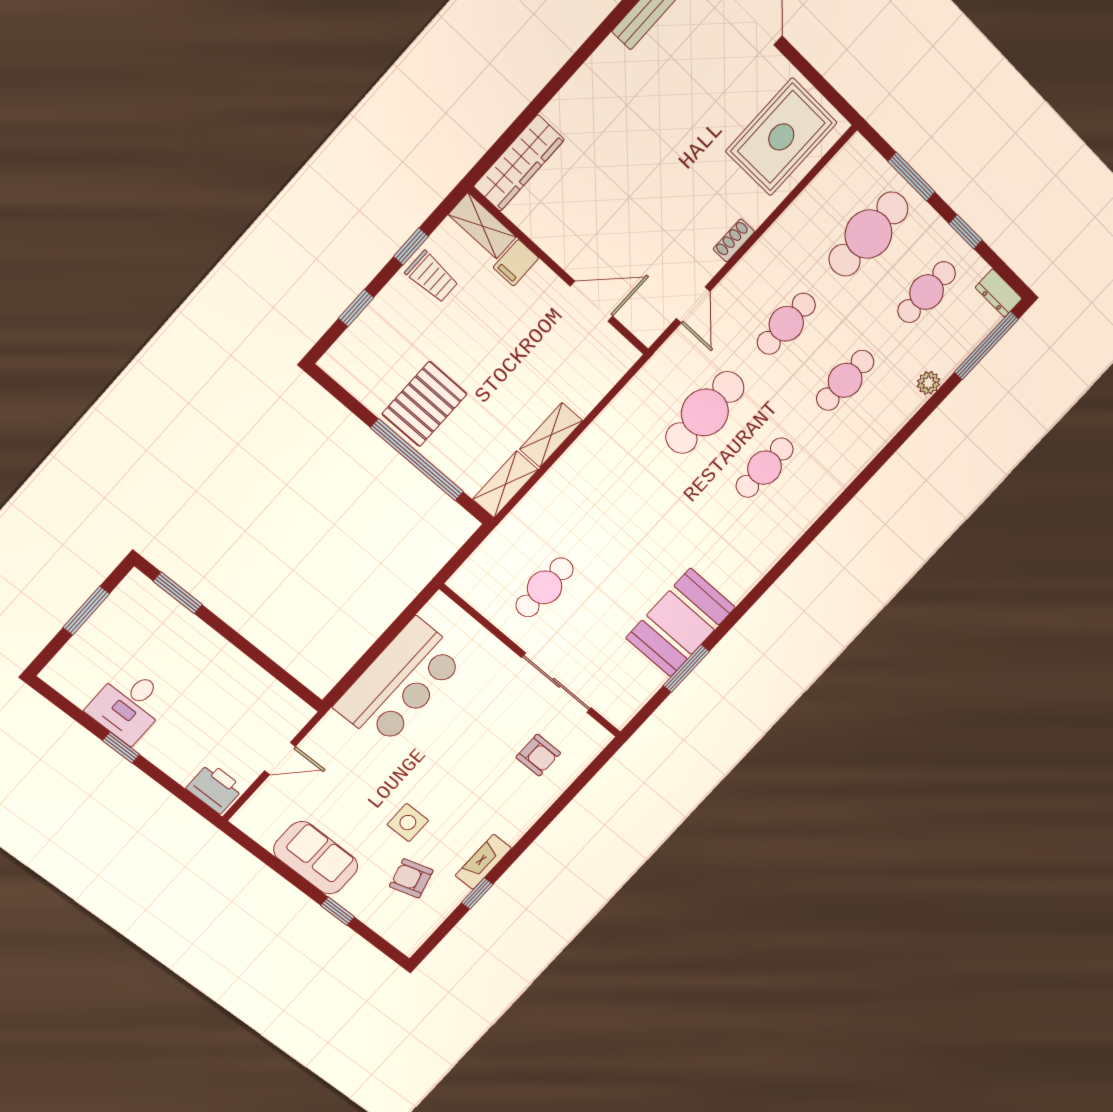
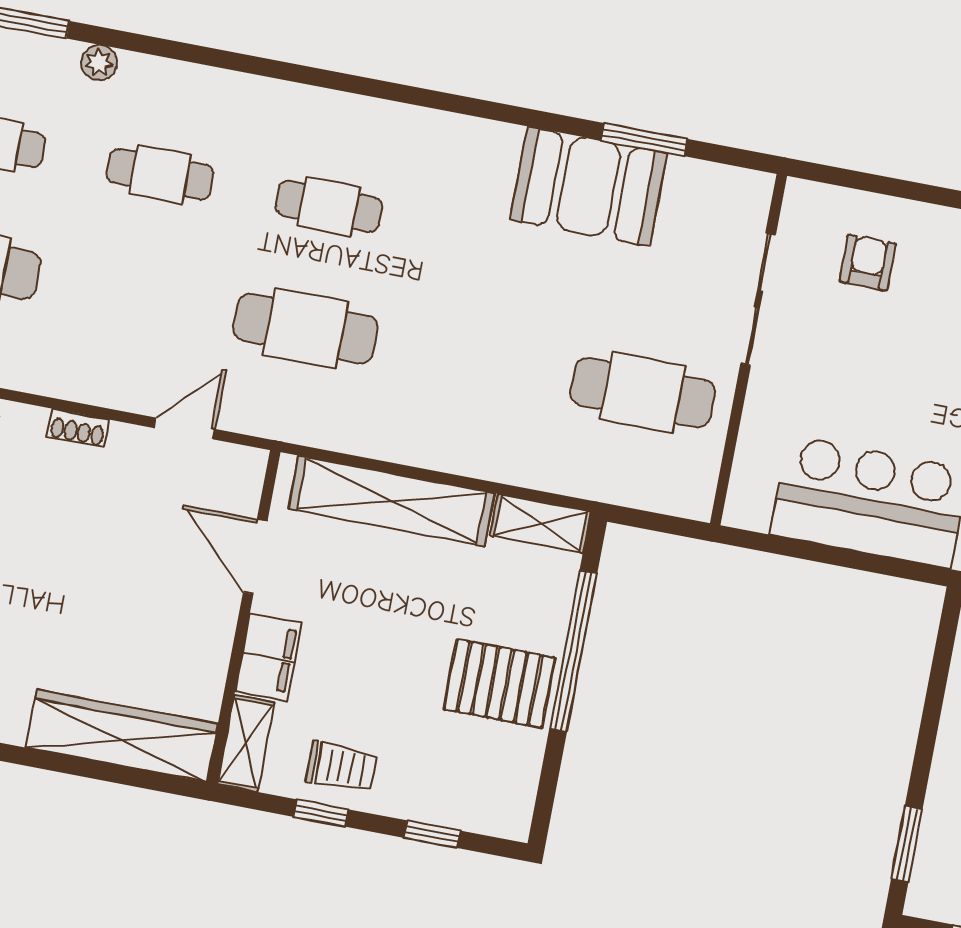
wardrobe: (519, 163) -> (122, 736), width x1.40, depth x1.17
filing cabinet: (516, 263) -> (268, 657), width x2.00
trolley: (432, 277) -> (342, 767), turned 90
cafe table: (786, 324) -> (137, 296), removed
shelving: (551, 435) -> (392, 501), width x2.20, depth x1.33
cafe table: (545, 587) -> (643, 393), width x1.37, depth x1.35

